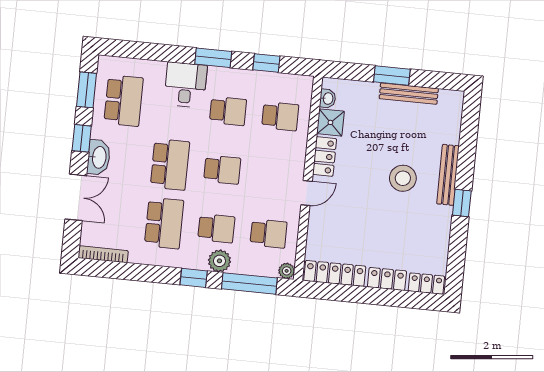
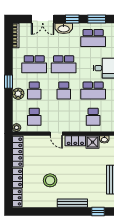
school desk: (228, 111) -> (93, 91), width x1.85
stool: (403, 178) -> (50, 180), moved
window: (462, 203) -> (98, 211), moved
window: (249, 283) -> (8, 110), removed

